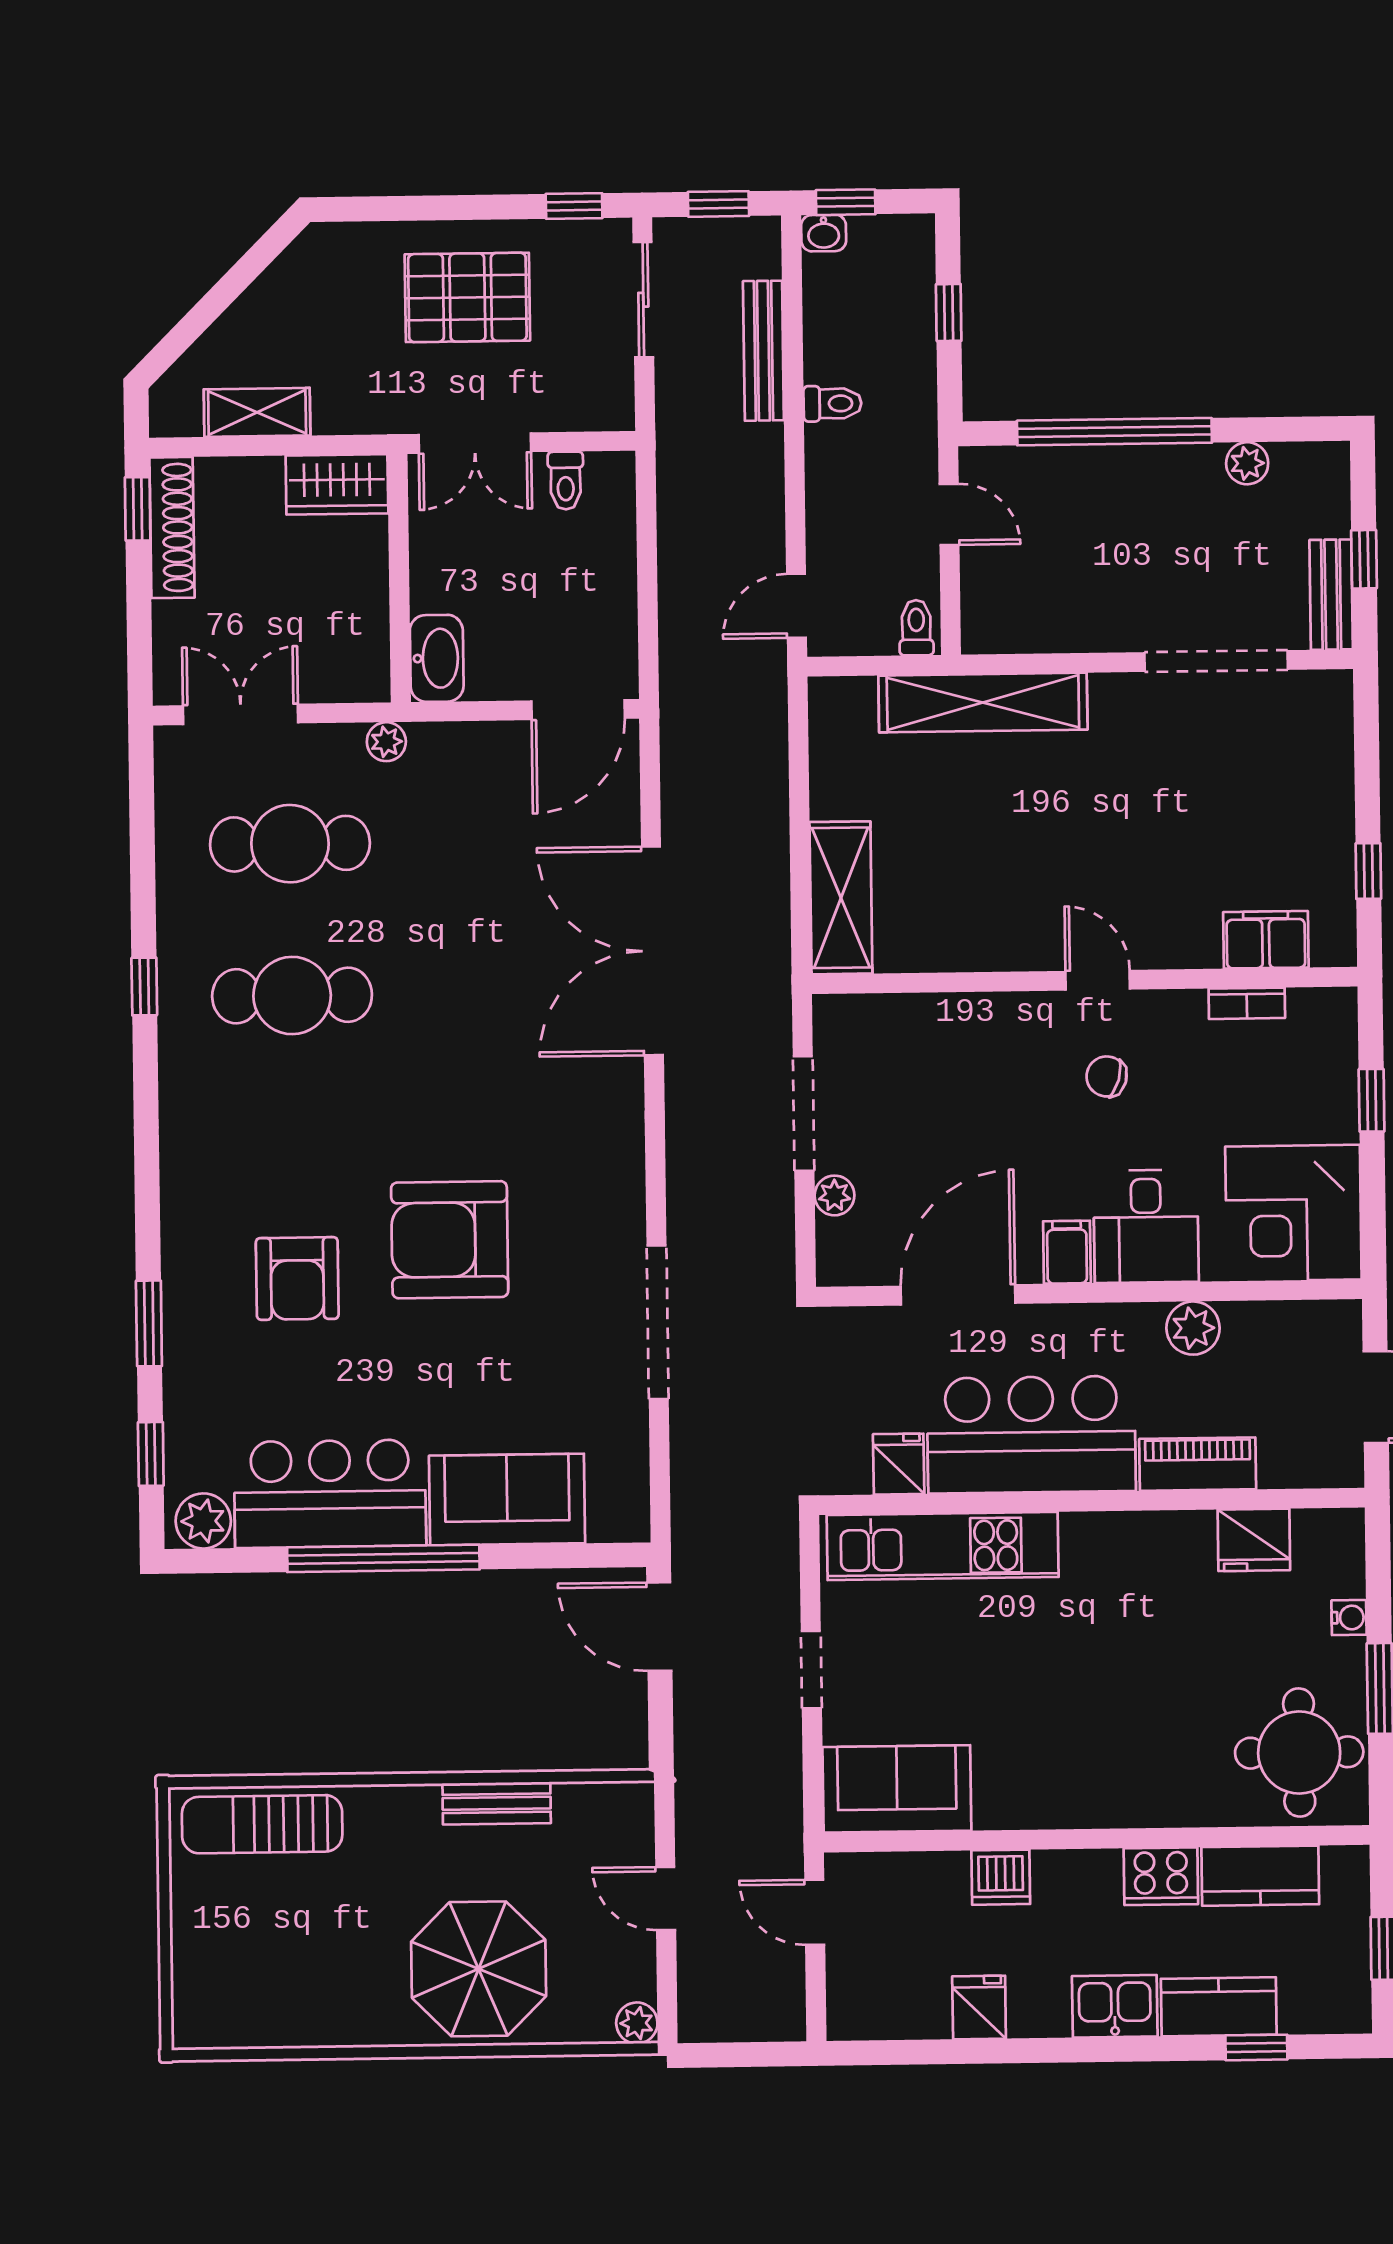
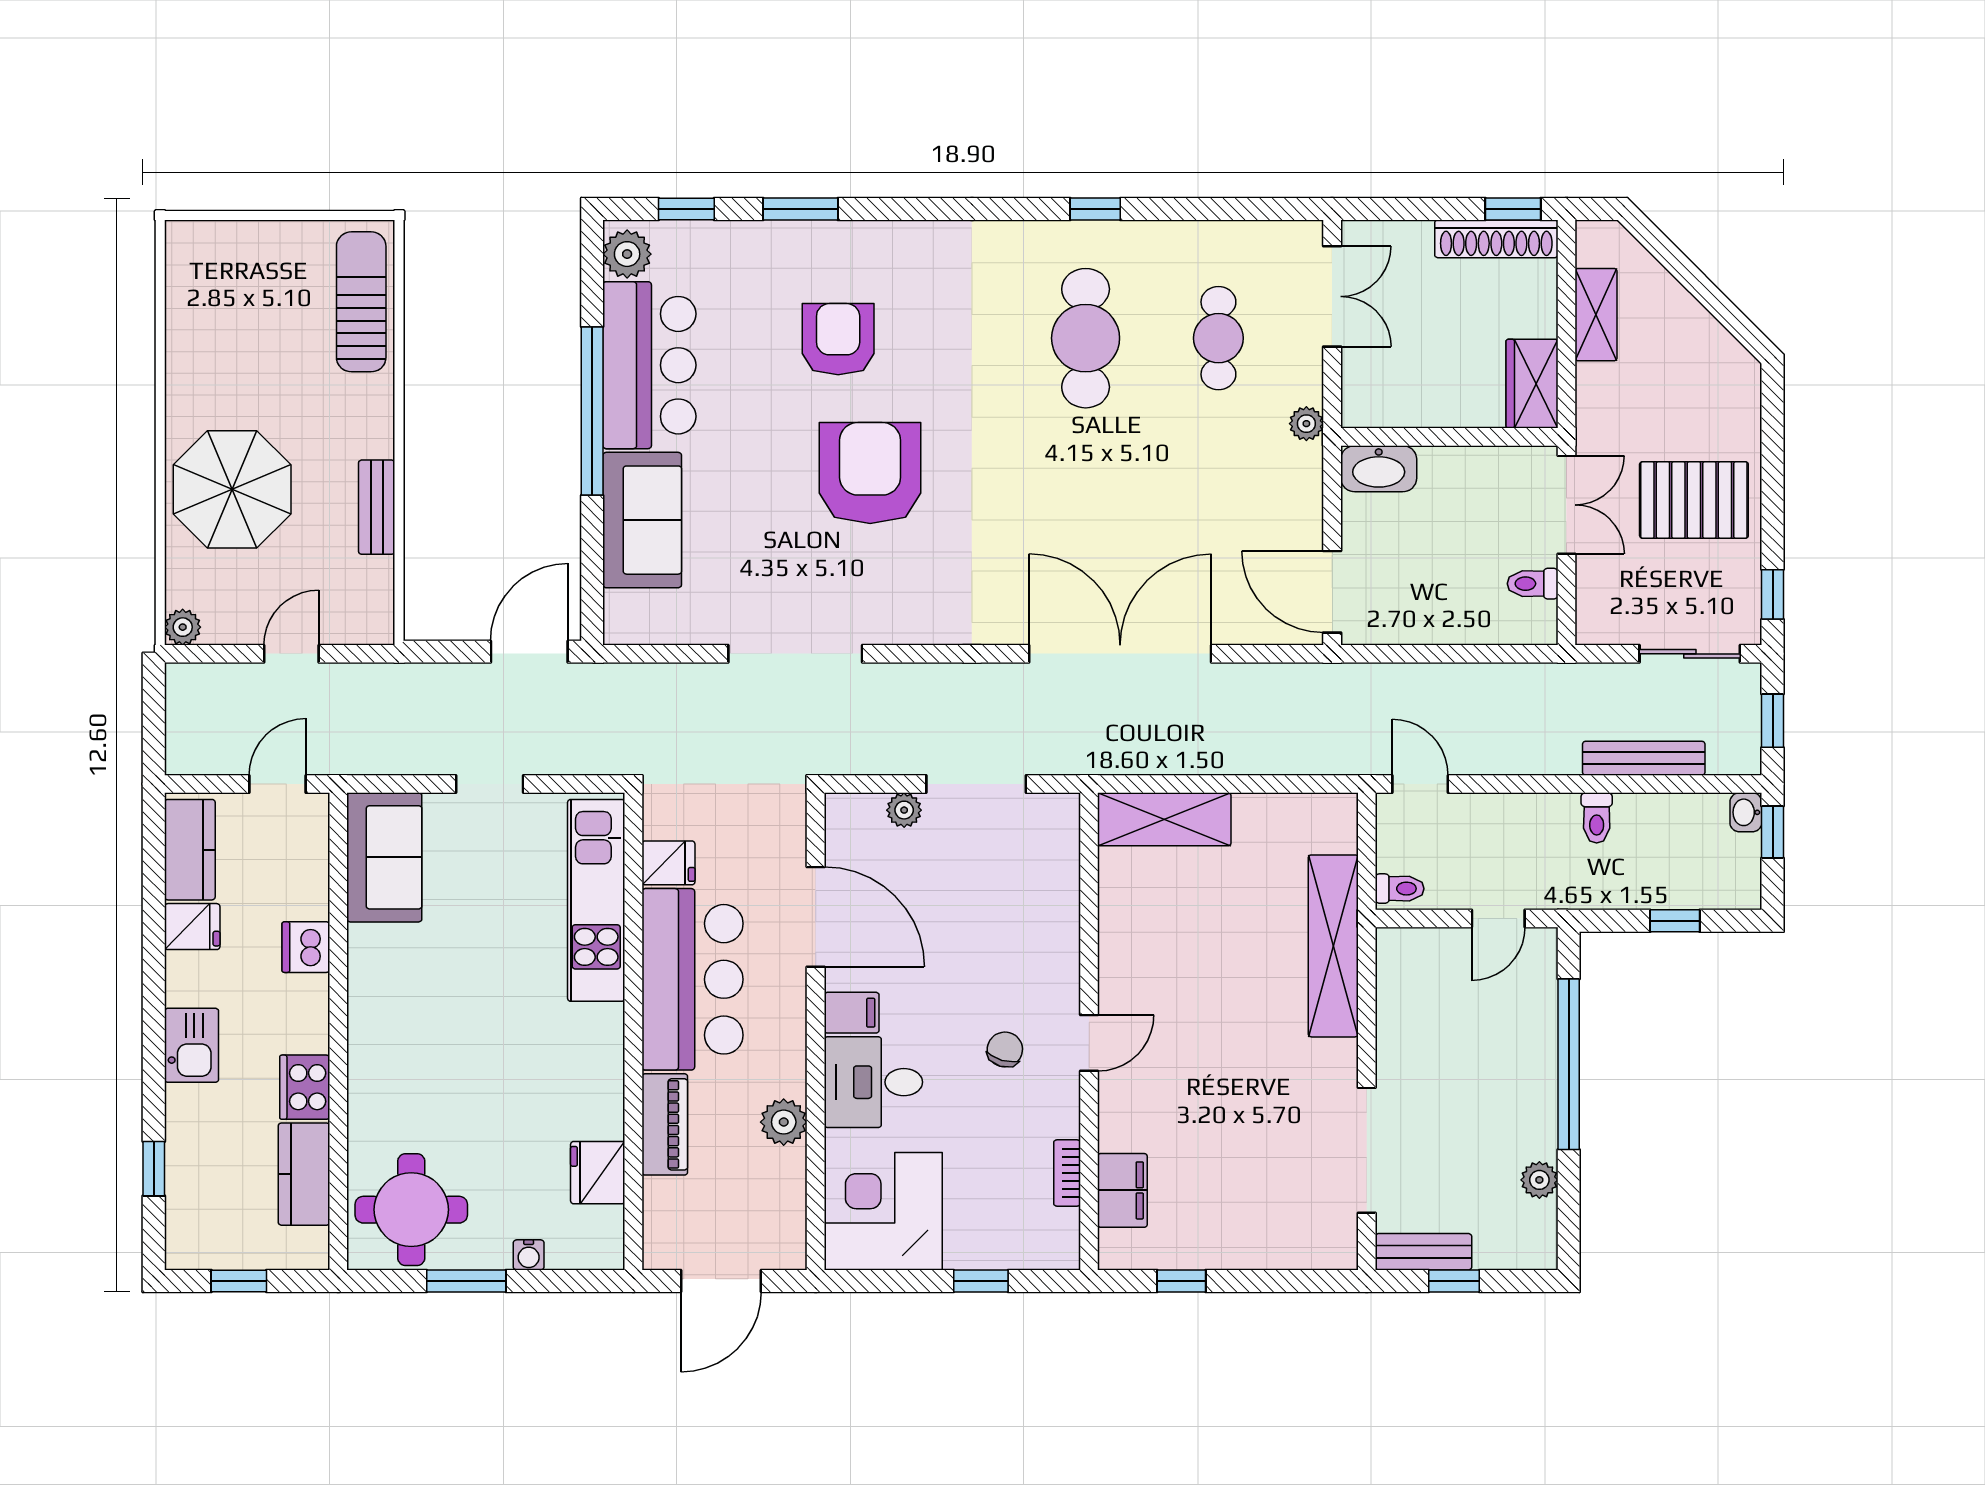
pallet: (467, 297) -> (1694, 500), turned 90
double door: (475, 443) -> (1566, 505), swing flipped
cafe table: (290, 844) -> (1218, 338), width x0.73, depth x0.74
armchair: (297, 1278) -> (838, 339), turned 90
kitchen counter: (1219, 2007) -> (190, 850), moved

